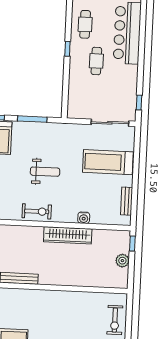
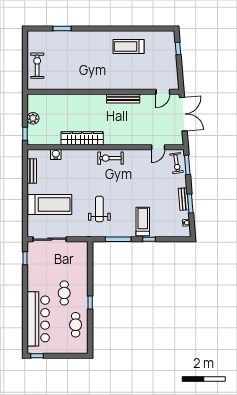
weight bench: (45, 172) -> (99, 209), moved, turned 90
water cooler: (84, 218) -> (56, 155), moved

